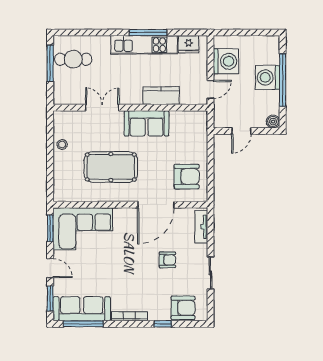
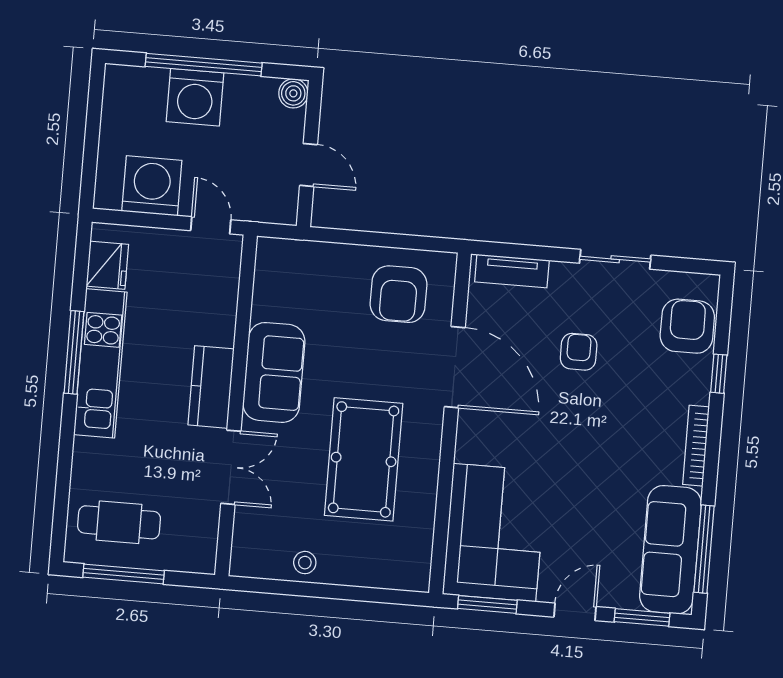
cafe table: (73, 59) -> (119, 522), turned 90
kitchen counter: (161, 96) -> (211, 387), moved
double door: (102, 108) -> (231, 467), swing flipped
armchair: (187, 177) -> (399, 294), turned 180

